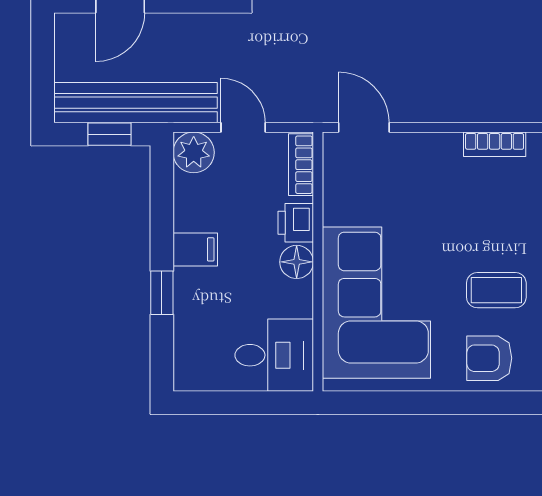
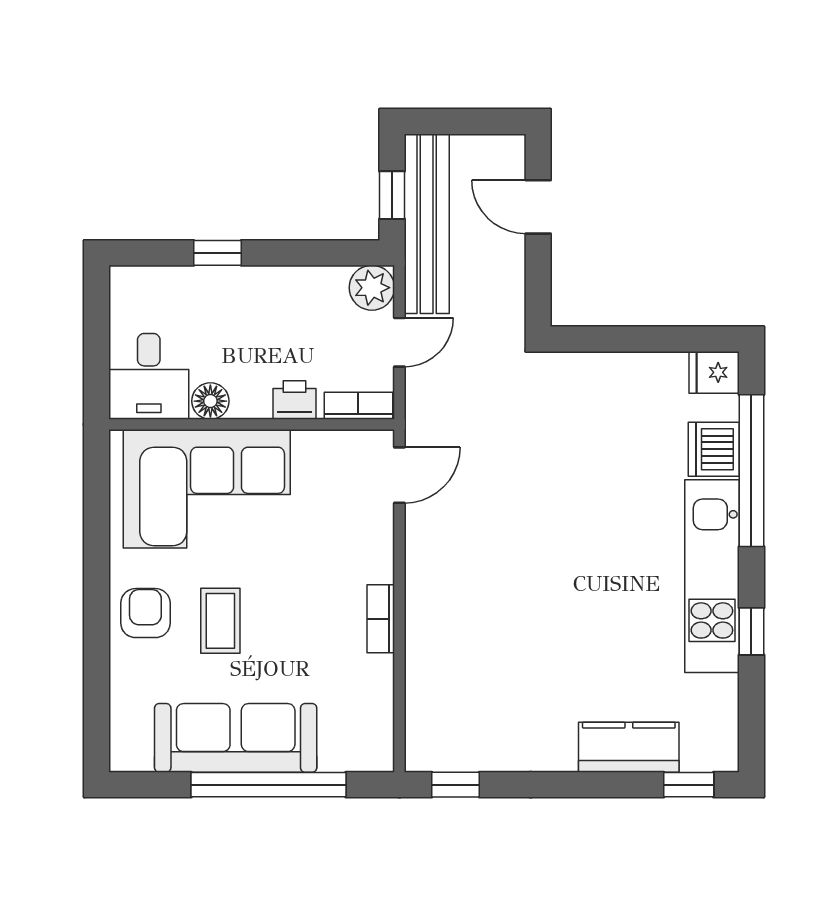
filing cabinet: (195, 249) -> (265, 290), removed
floor lamp: (297, 262) -> (210, 401), moved

